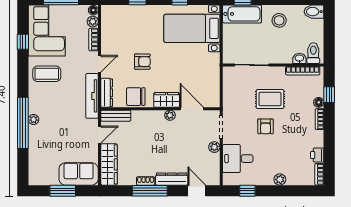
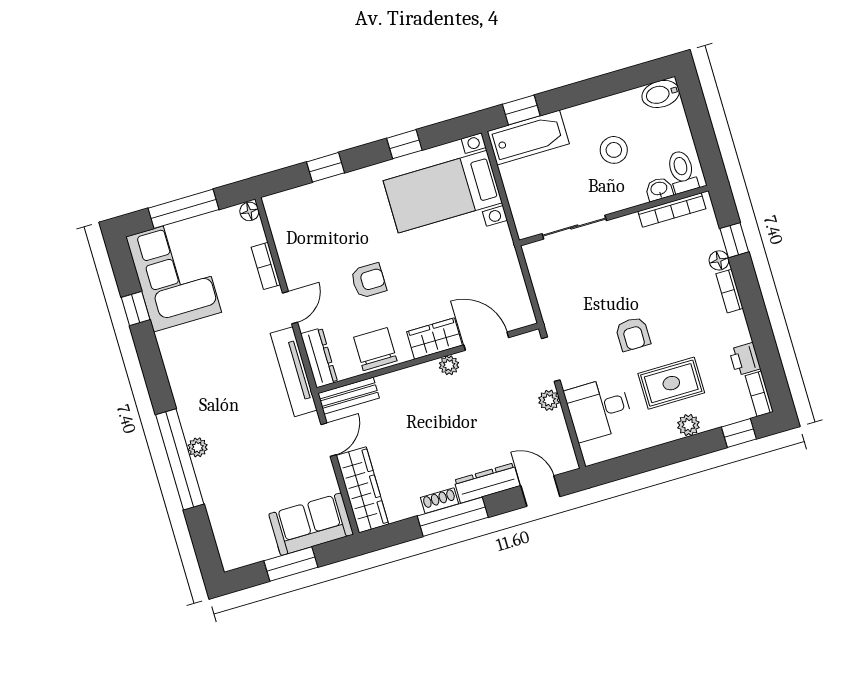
stool: (279, 20) -> (614, 150), moved
plant: (93, 22) -> (254, 233), removed
coffee table: (47, 74) -> (197, 355), removed
chair: (136, 97) -> (375, 349), turned 90
rug: (270, 99) -> (671, 383), moved
window: (247, 191) -> (739, 433), moved

